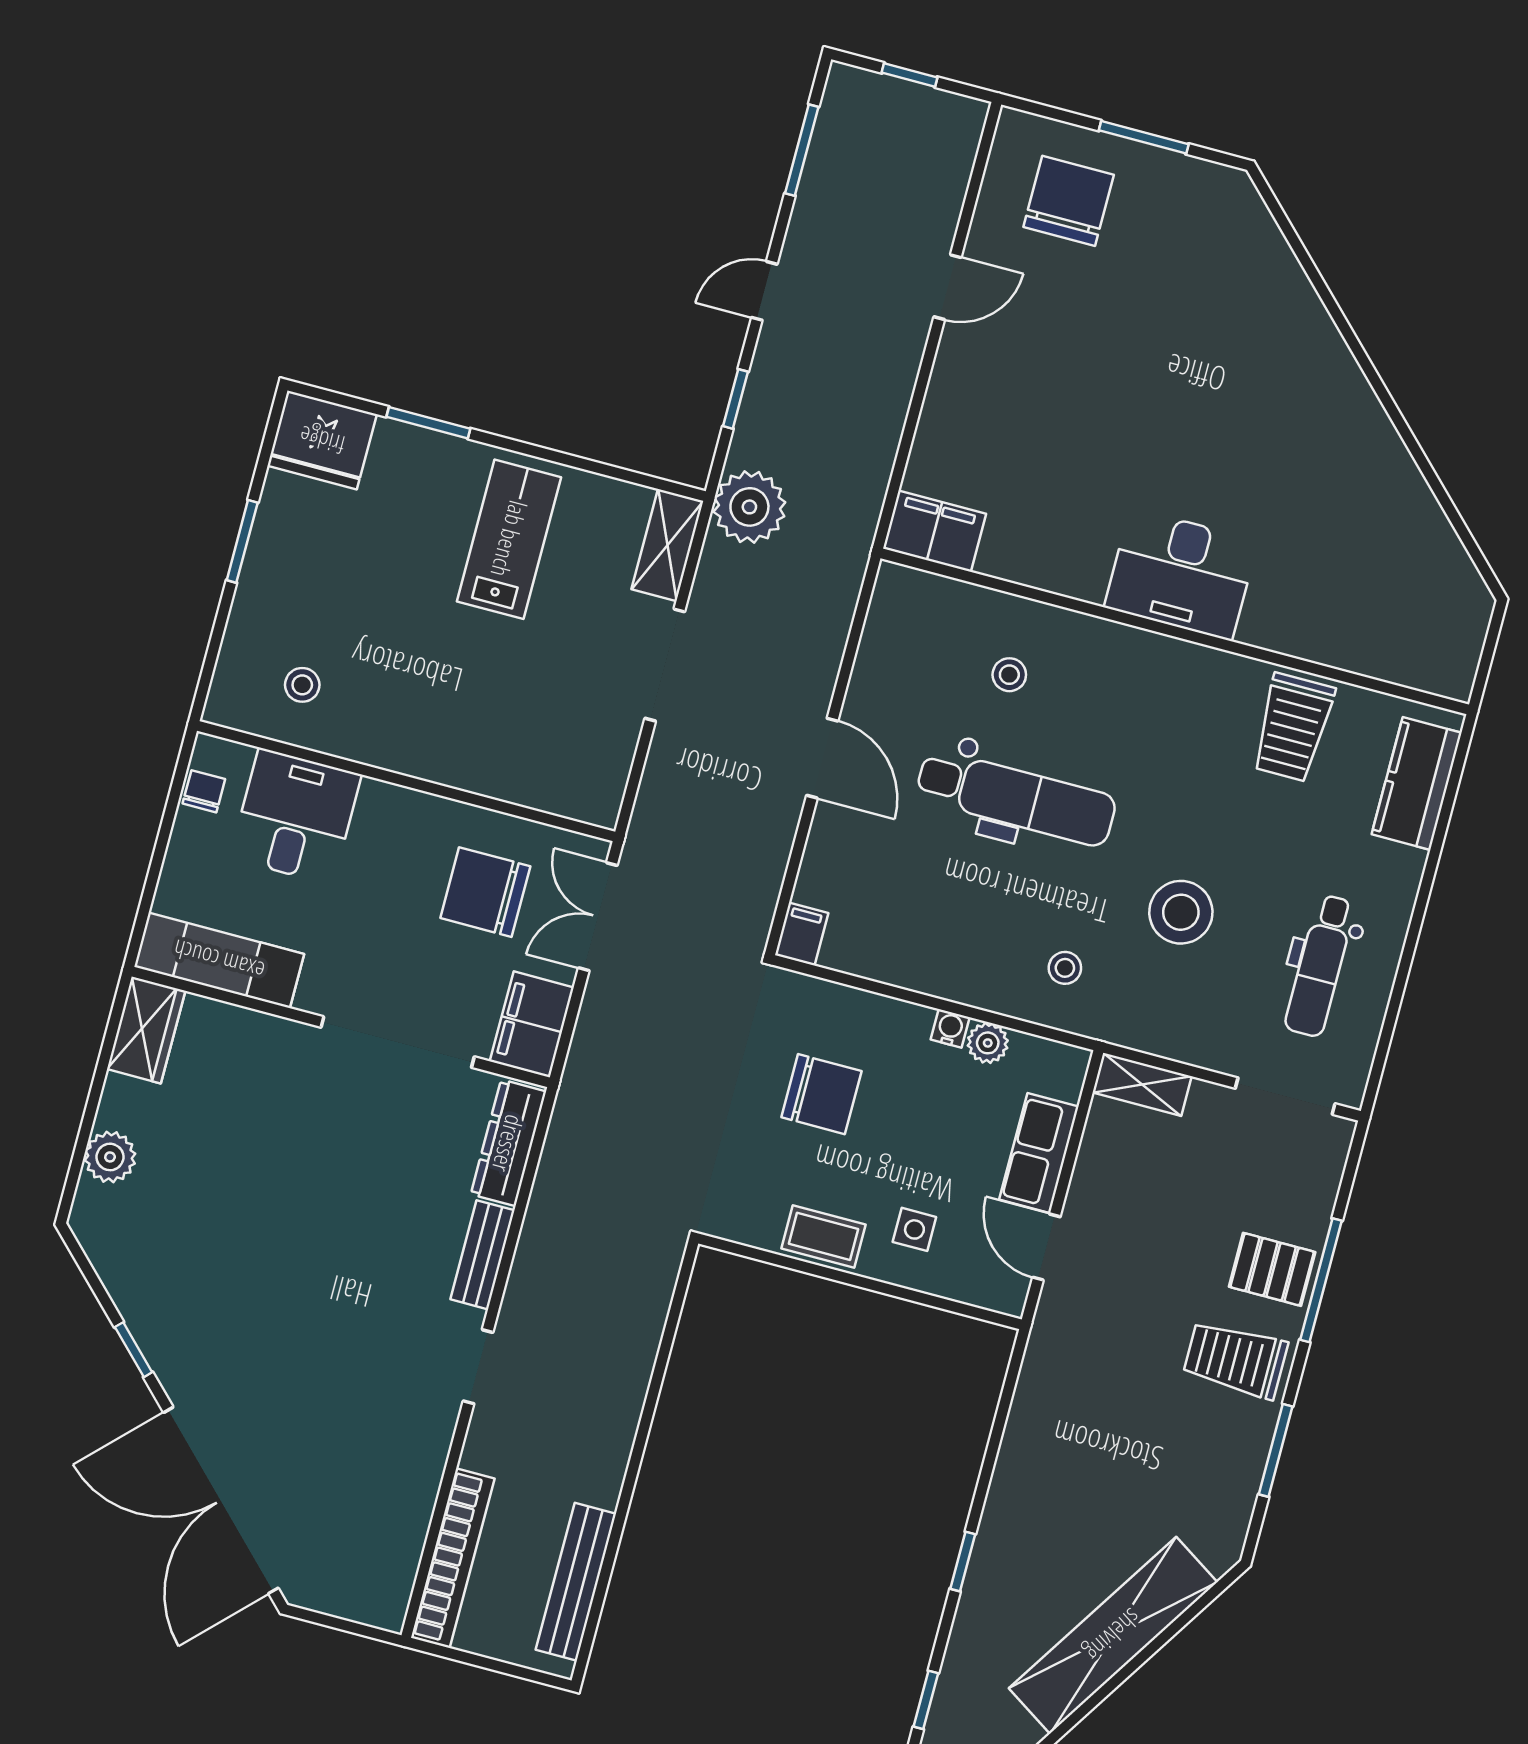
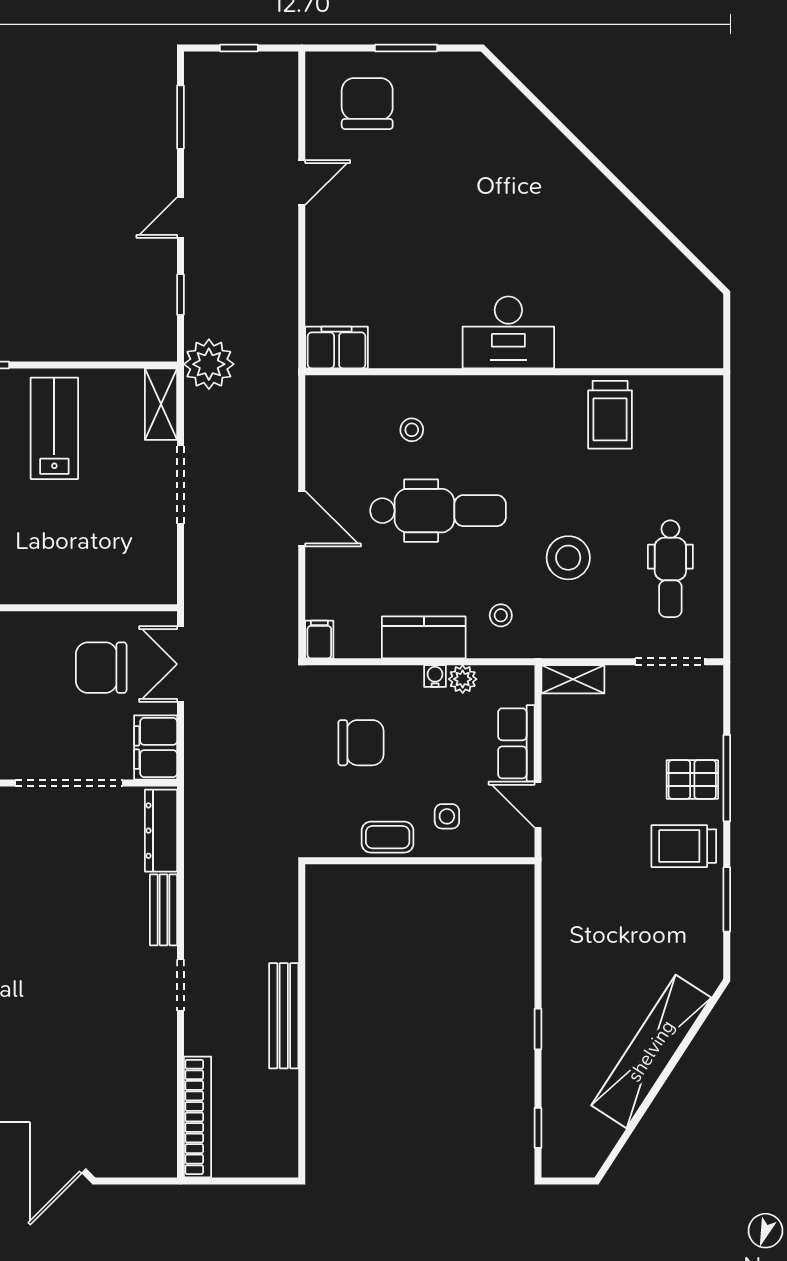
kitchen counter: (1417, 783) -> (424, 637), moved, turned 90
bench: (576, 1582) -> (284, 1016), moved

